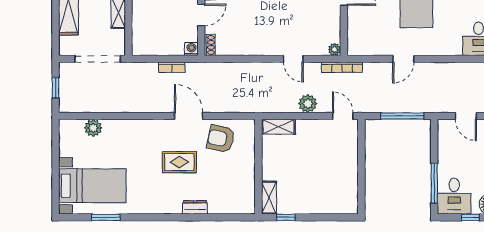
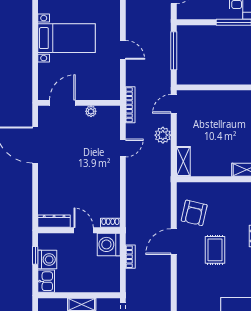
washing machine: (191, 49) -> (109, 244), width x1.89, depth x1.89
plant: (335, 50) -> (91, 111), moved

